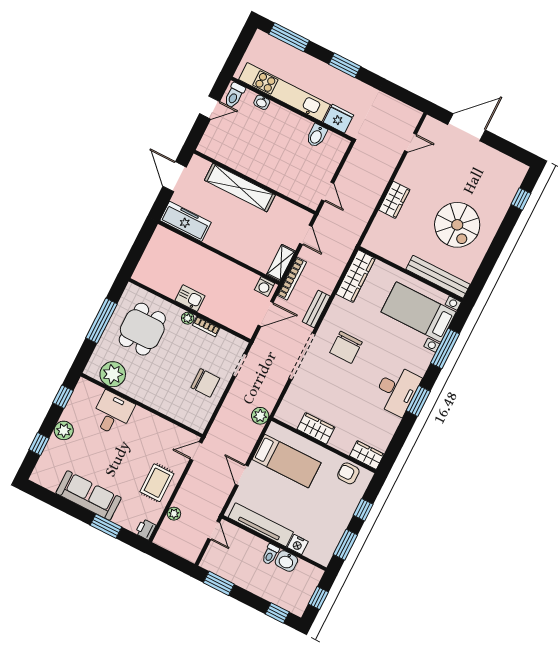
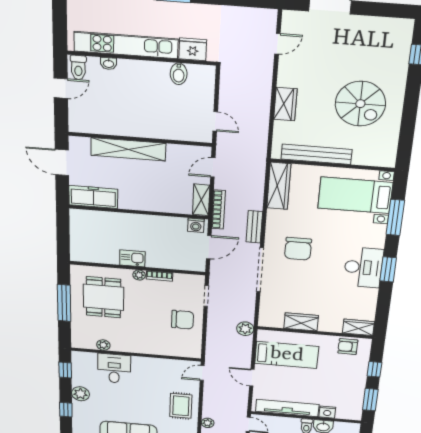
door: (306, 235) -> (213, 167), swing flipped
bench: (438, 277) -> (316, 154), moved
plant: (113, 374) -> (103, 345), width x0.53, depth x0.53

